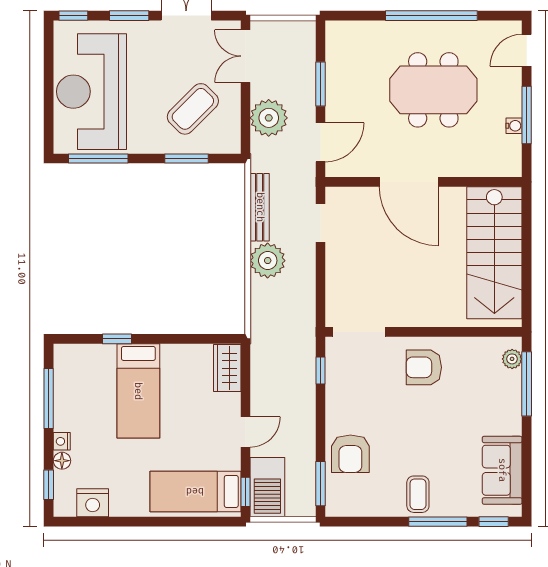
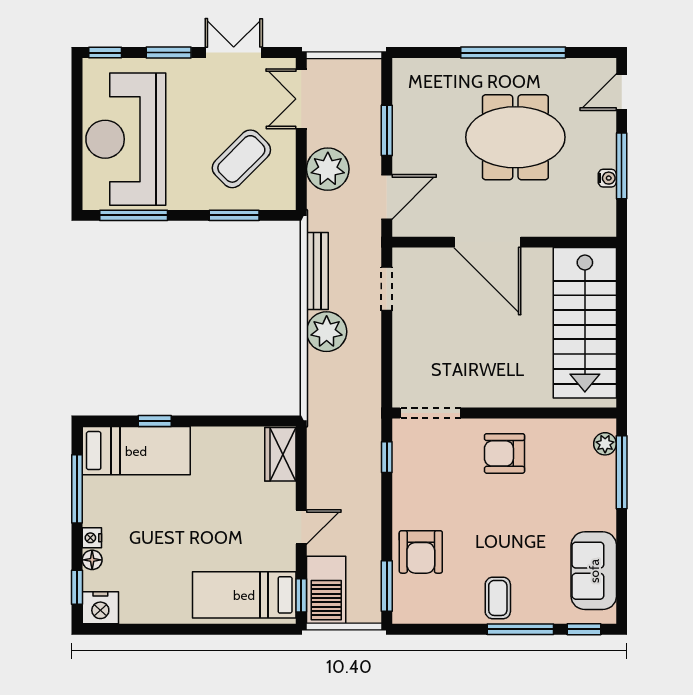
bed: (138, 391) -> (136, 451), moved, turned -90
nightstand: (93, 503) -> (100, 608), moved

